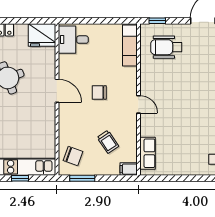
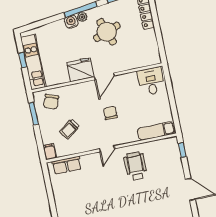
fridge: (42, 35) -> (80, 70), moved, turned 90
wheelchair: (166, 47) -> (136, 166), moved

